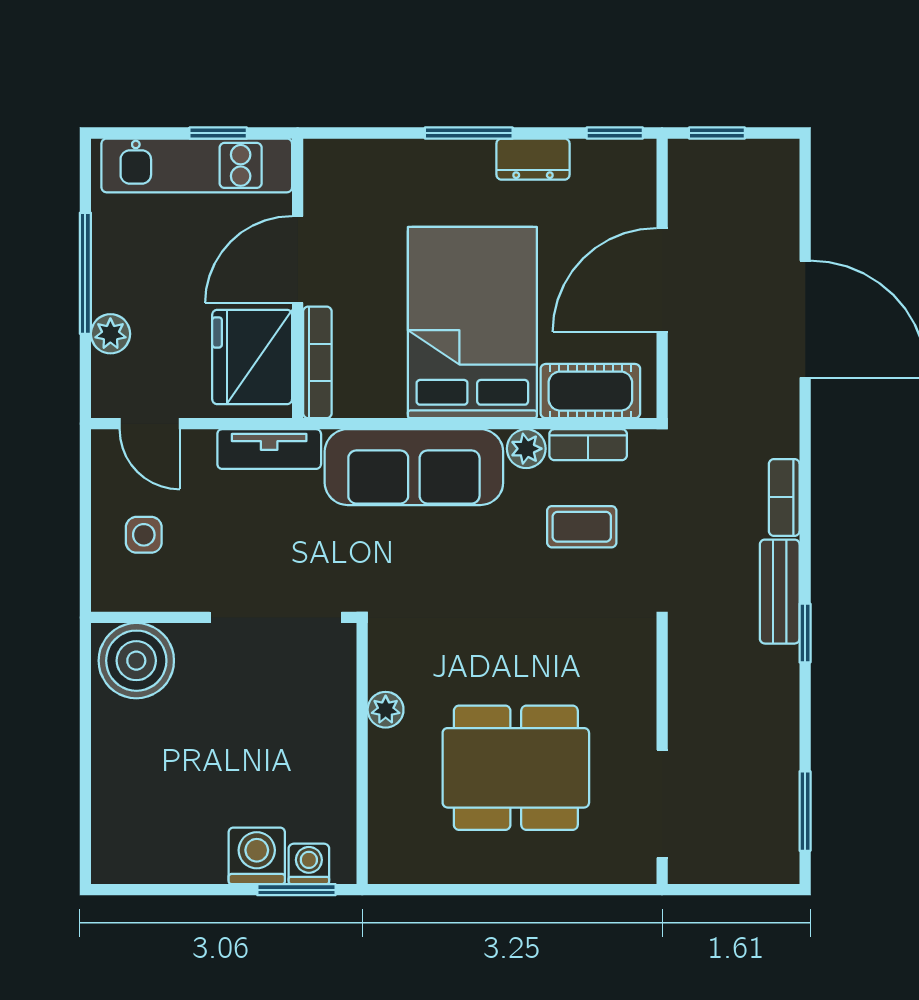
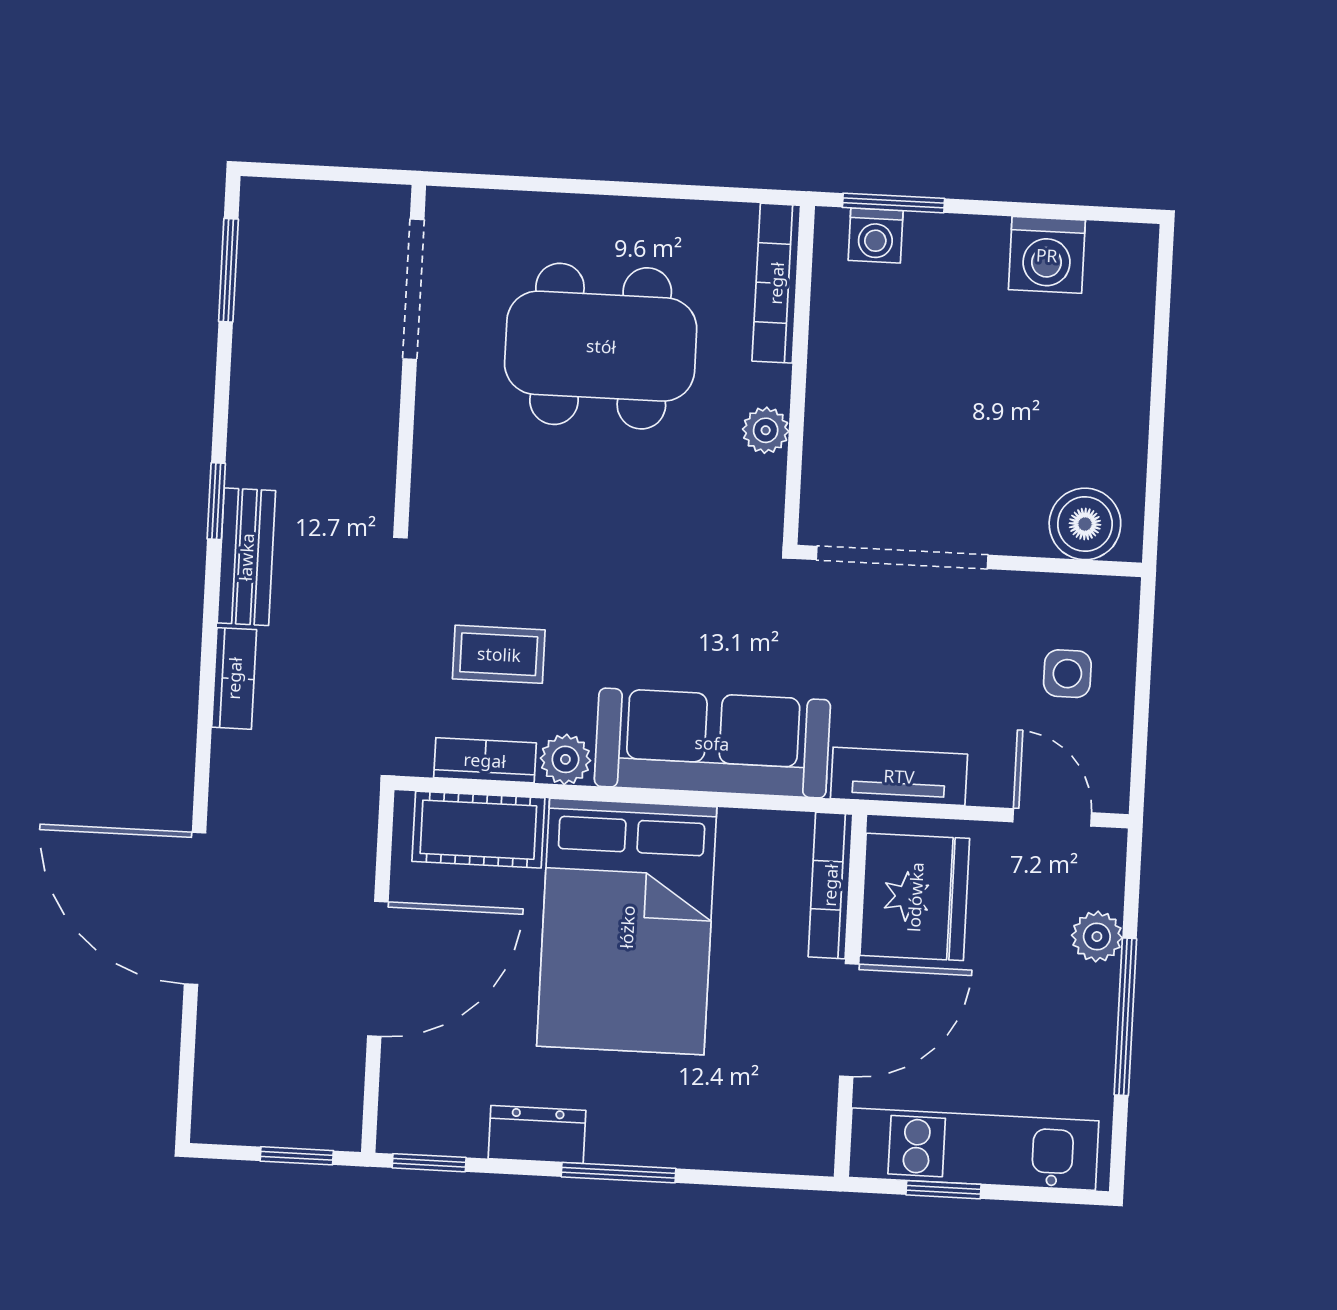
boiler: (136, 661) -> (1085, 524), width x0.73, depth x0.73
bookcase: (383, 823) -> (776, 283), added
washing machine: (257, 856) -> (1047, 255), moved

